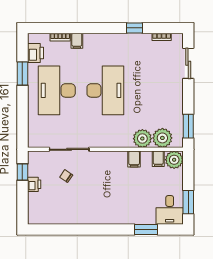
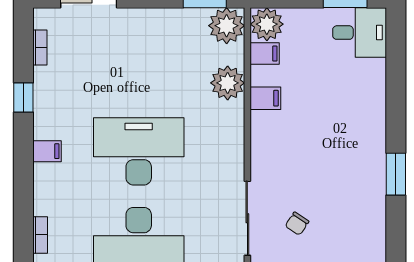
filing cabinet: (77, 41) -> (47, 151), moved
plant: (162, 138) -> (227, 26), moved
window: (146, 230) -> (396, 174), moved

